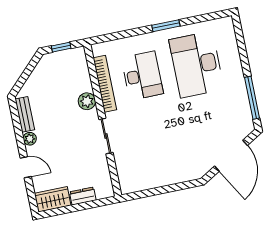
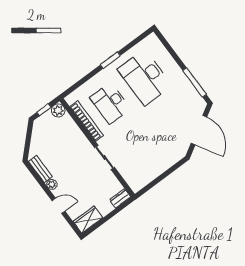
desk: (142, 76) -> (110, 103), turned 180
plant: (87, 101) -> (58, 110), moved
dresser: (83, 196) -> (120, 198), moved

